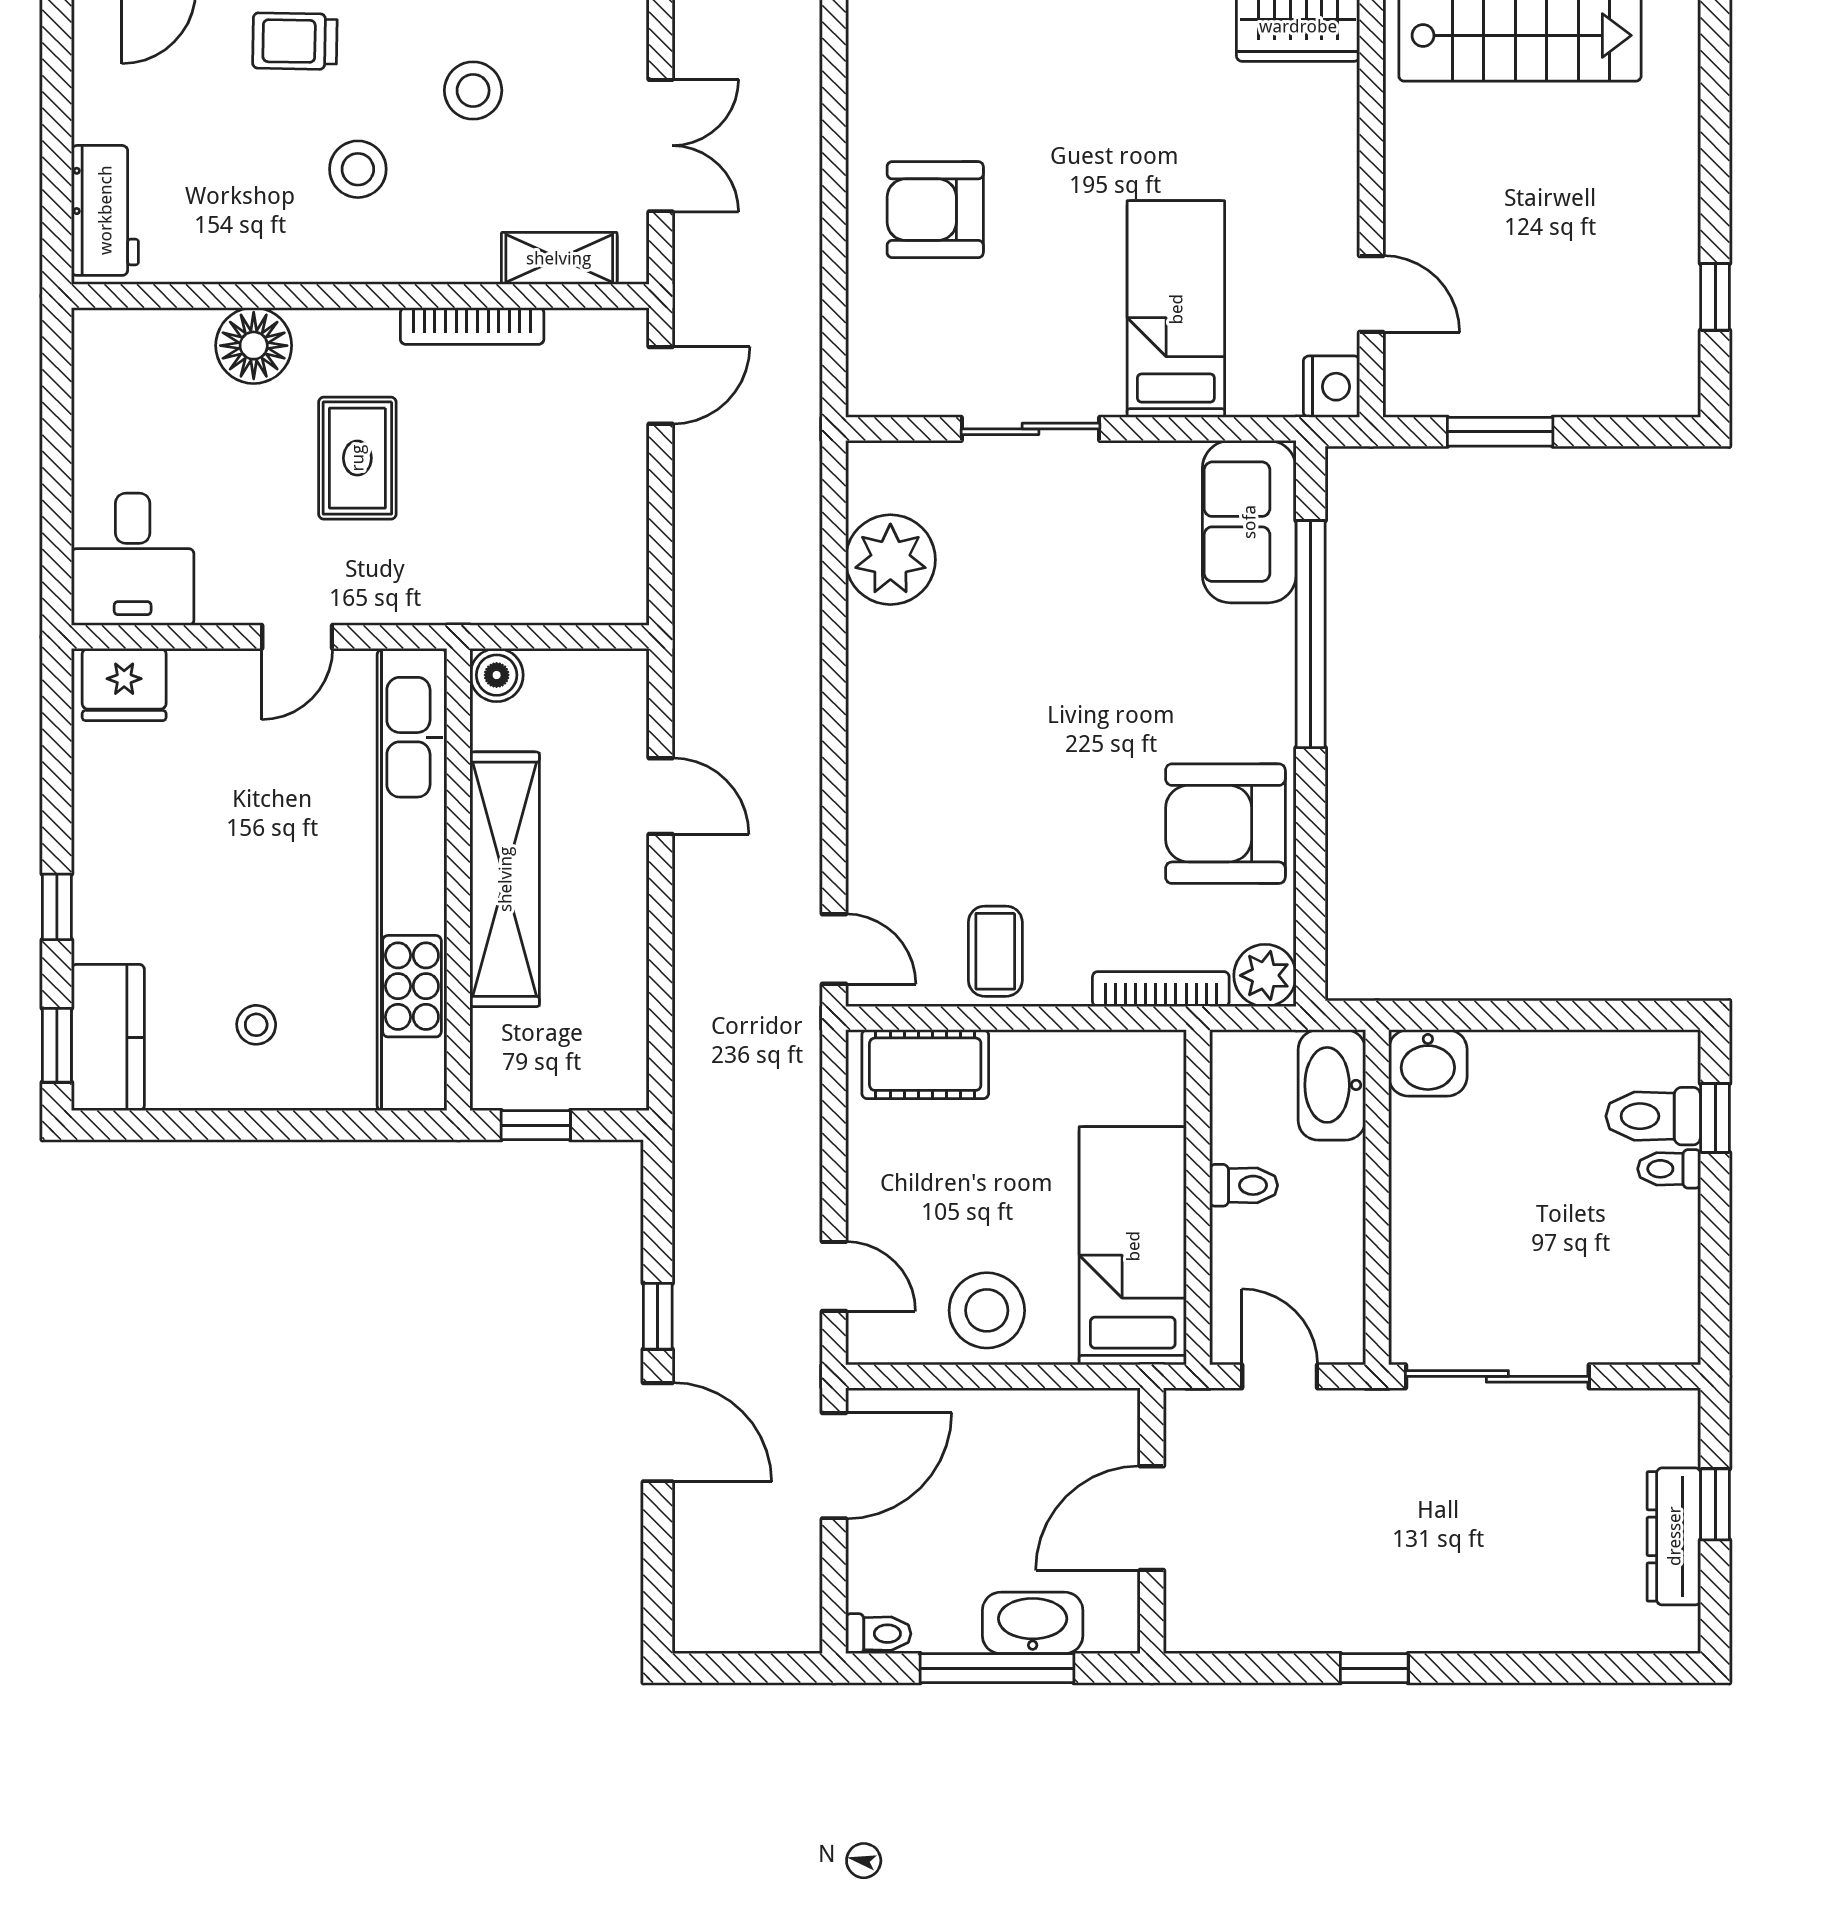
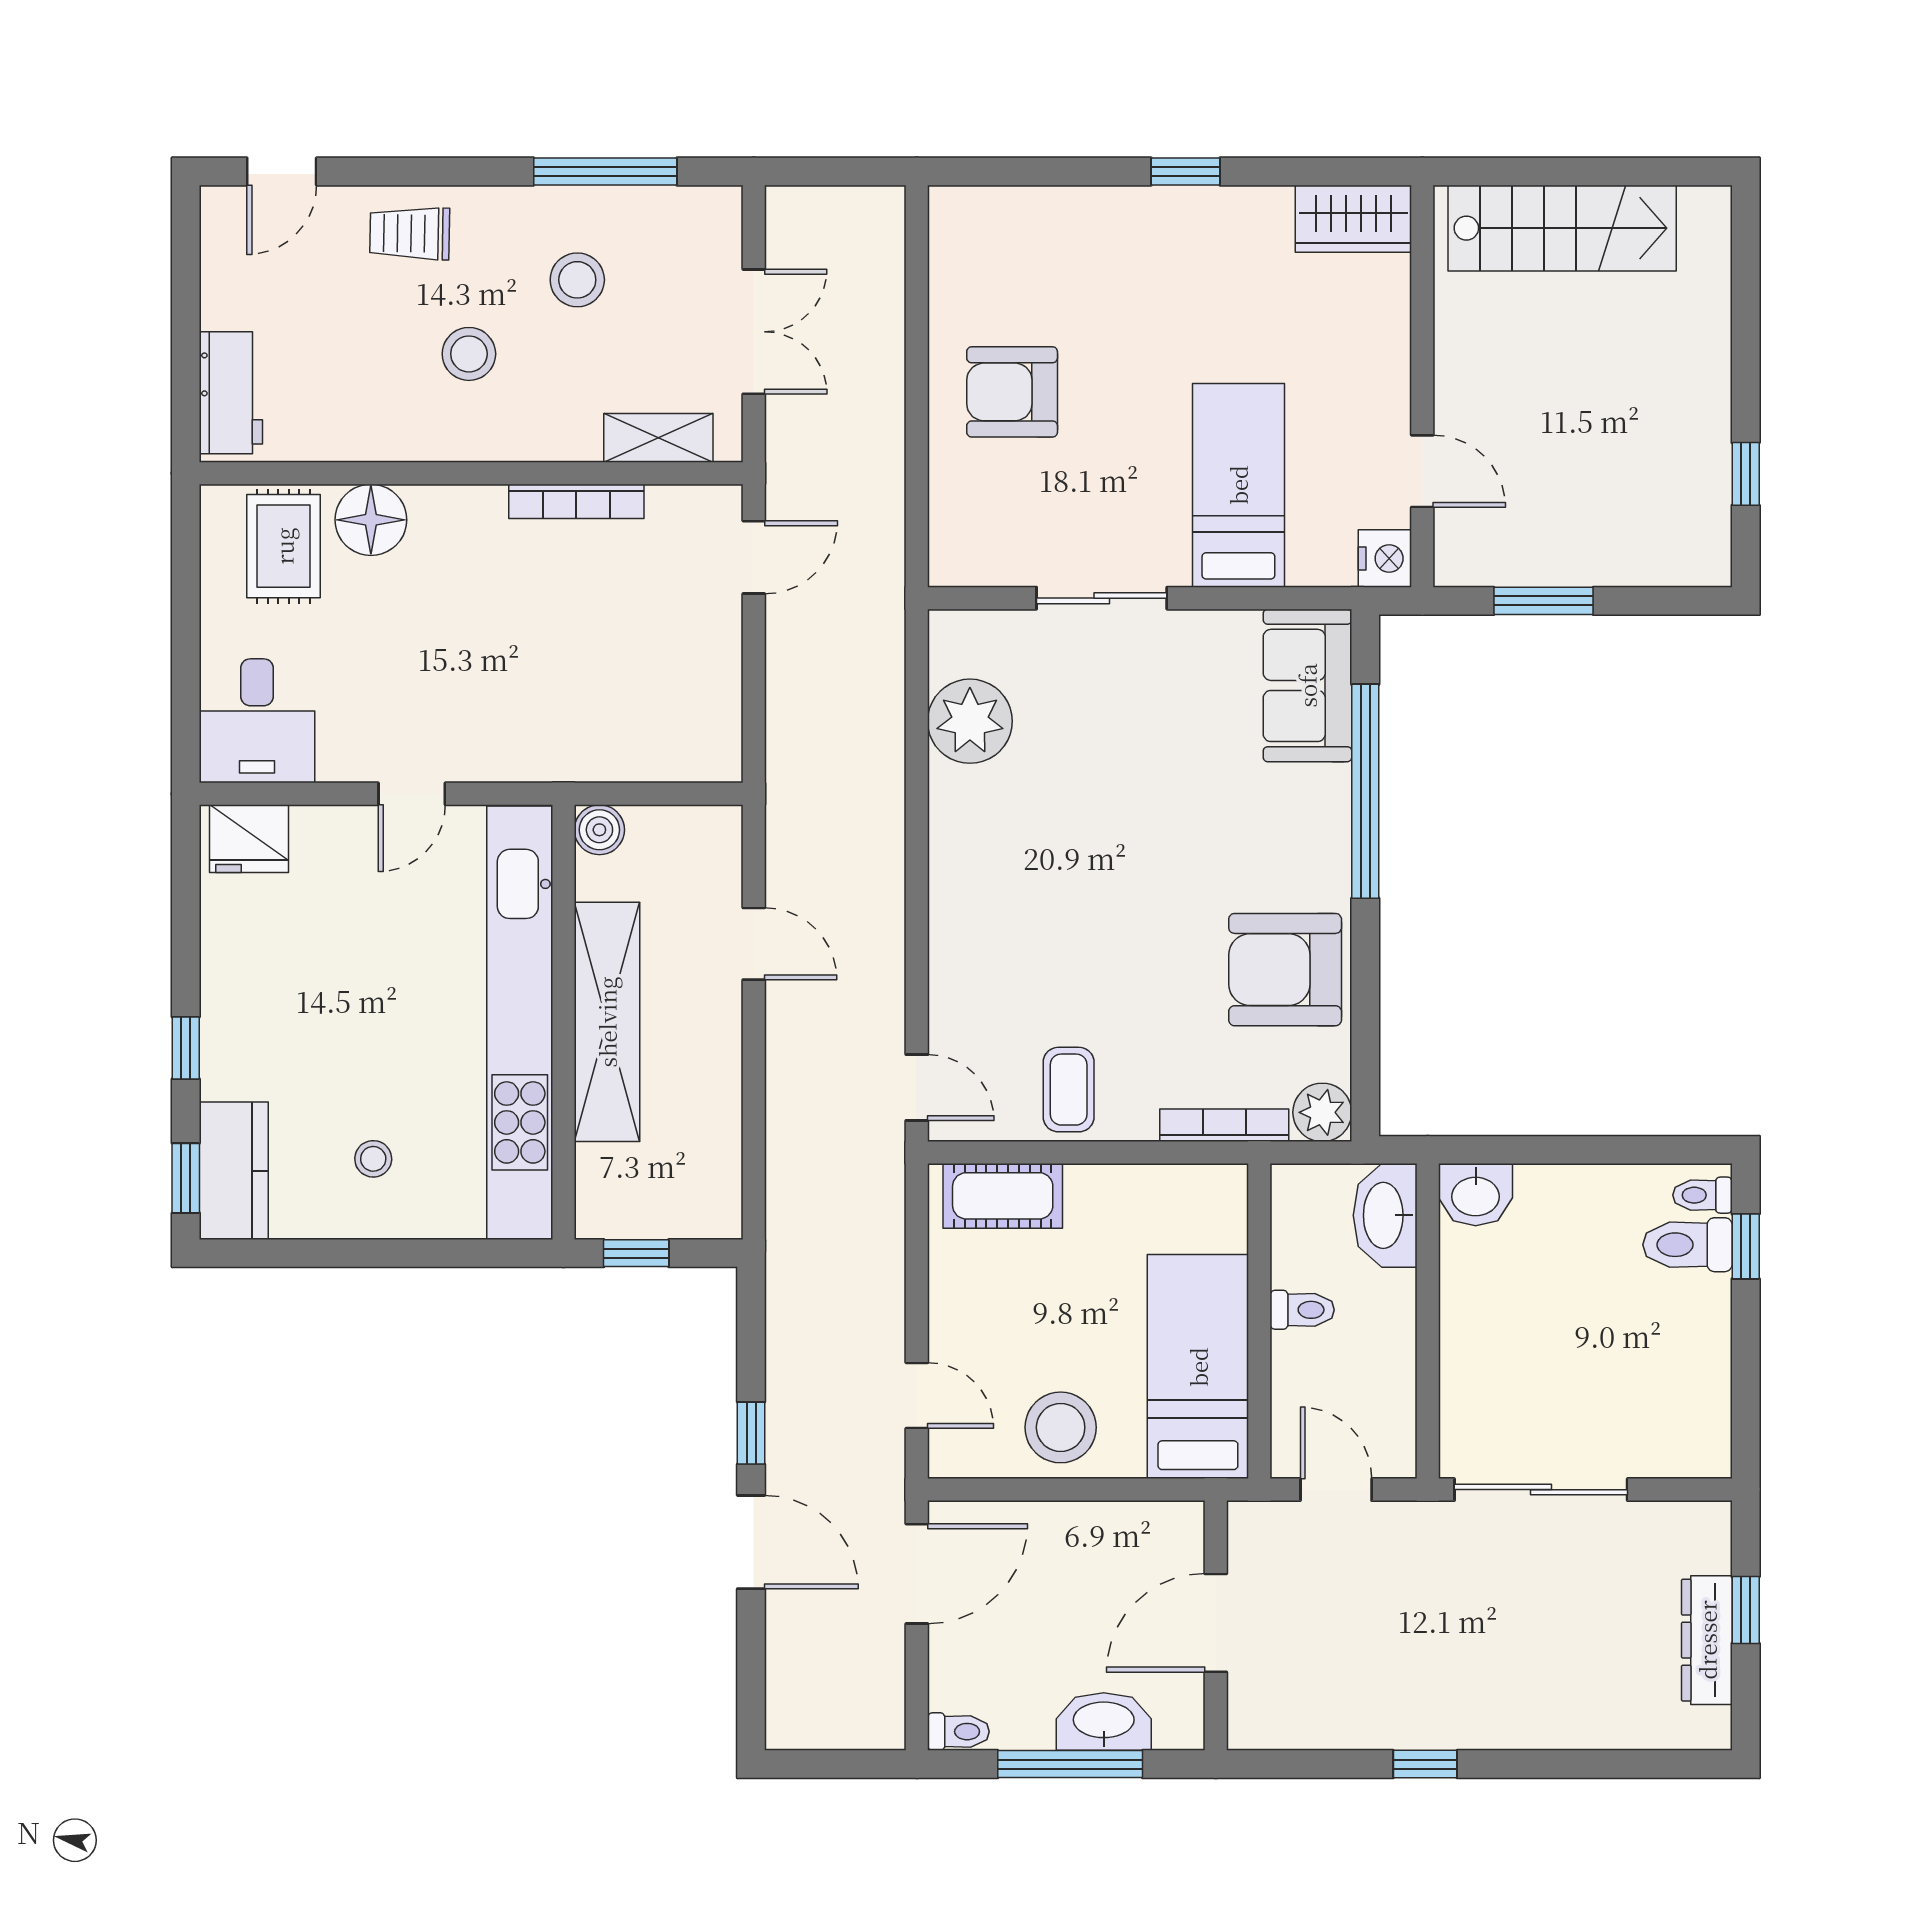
rug: (357, 458) -> (284, 546), moved
toilet: (1669, 1169) -> (1702, 1195), moved

